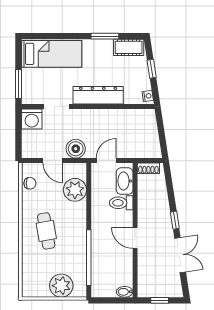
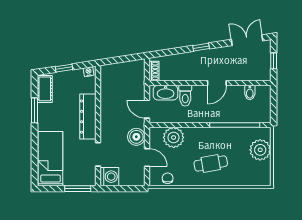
door: (53, 161) -> (147, 157), hinge flipped
double door: (180, 255) -> (247, 40), moved
bidet: (125, 292) -> (250, 93), moved

